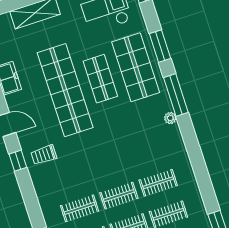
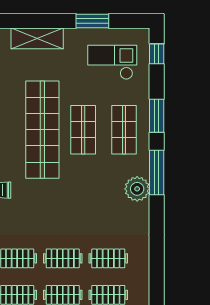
shop shelf: (136, 67) -> (124, 130), width x0.70, depth x0.74
plant: (170, 118) -> (137, 189), width x1.87, depth x1.87

